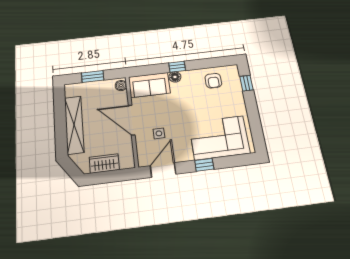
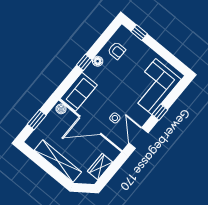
floor lamp: (175, 77) -> (98, 61), moved

